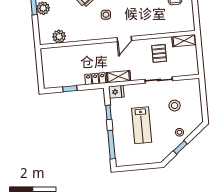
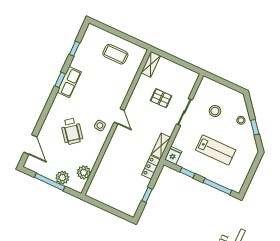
plant: (59, 36) -> (84, 172), moved
door: (124, 39) -> (119, 116), moved
wall: (118, 40) -> (116, 122), moved
shelving: (184, 41) -> (151, 64), moved

